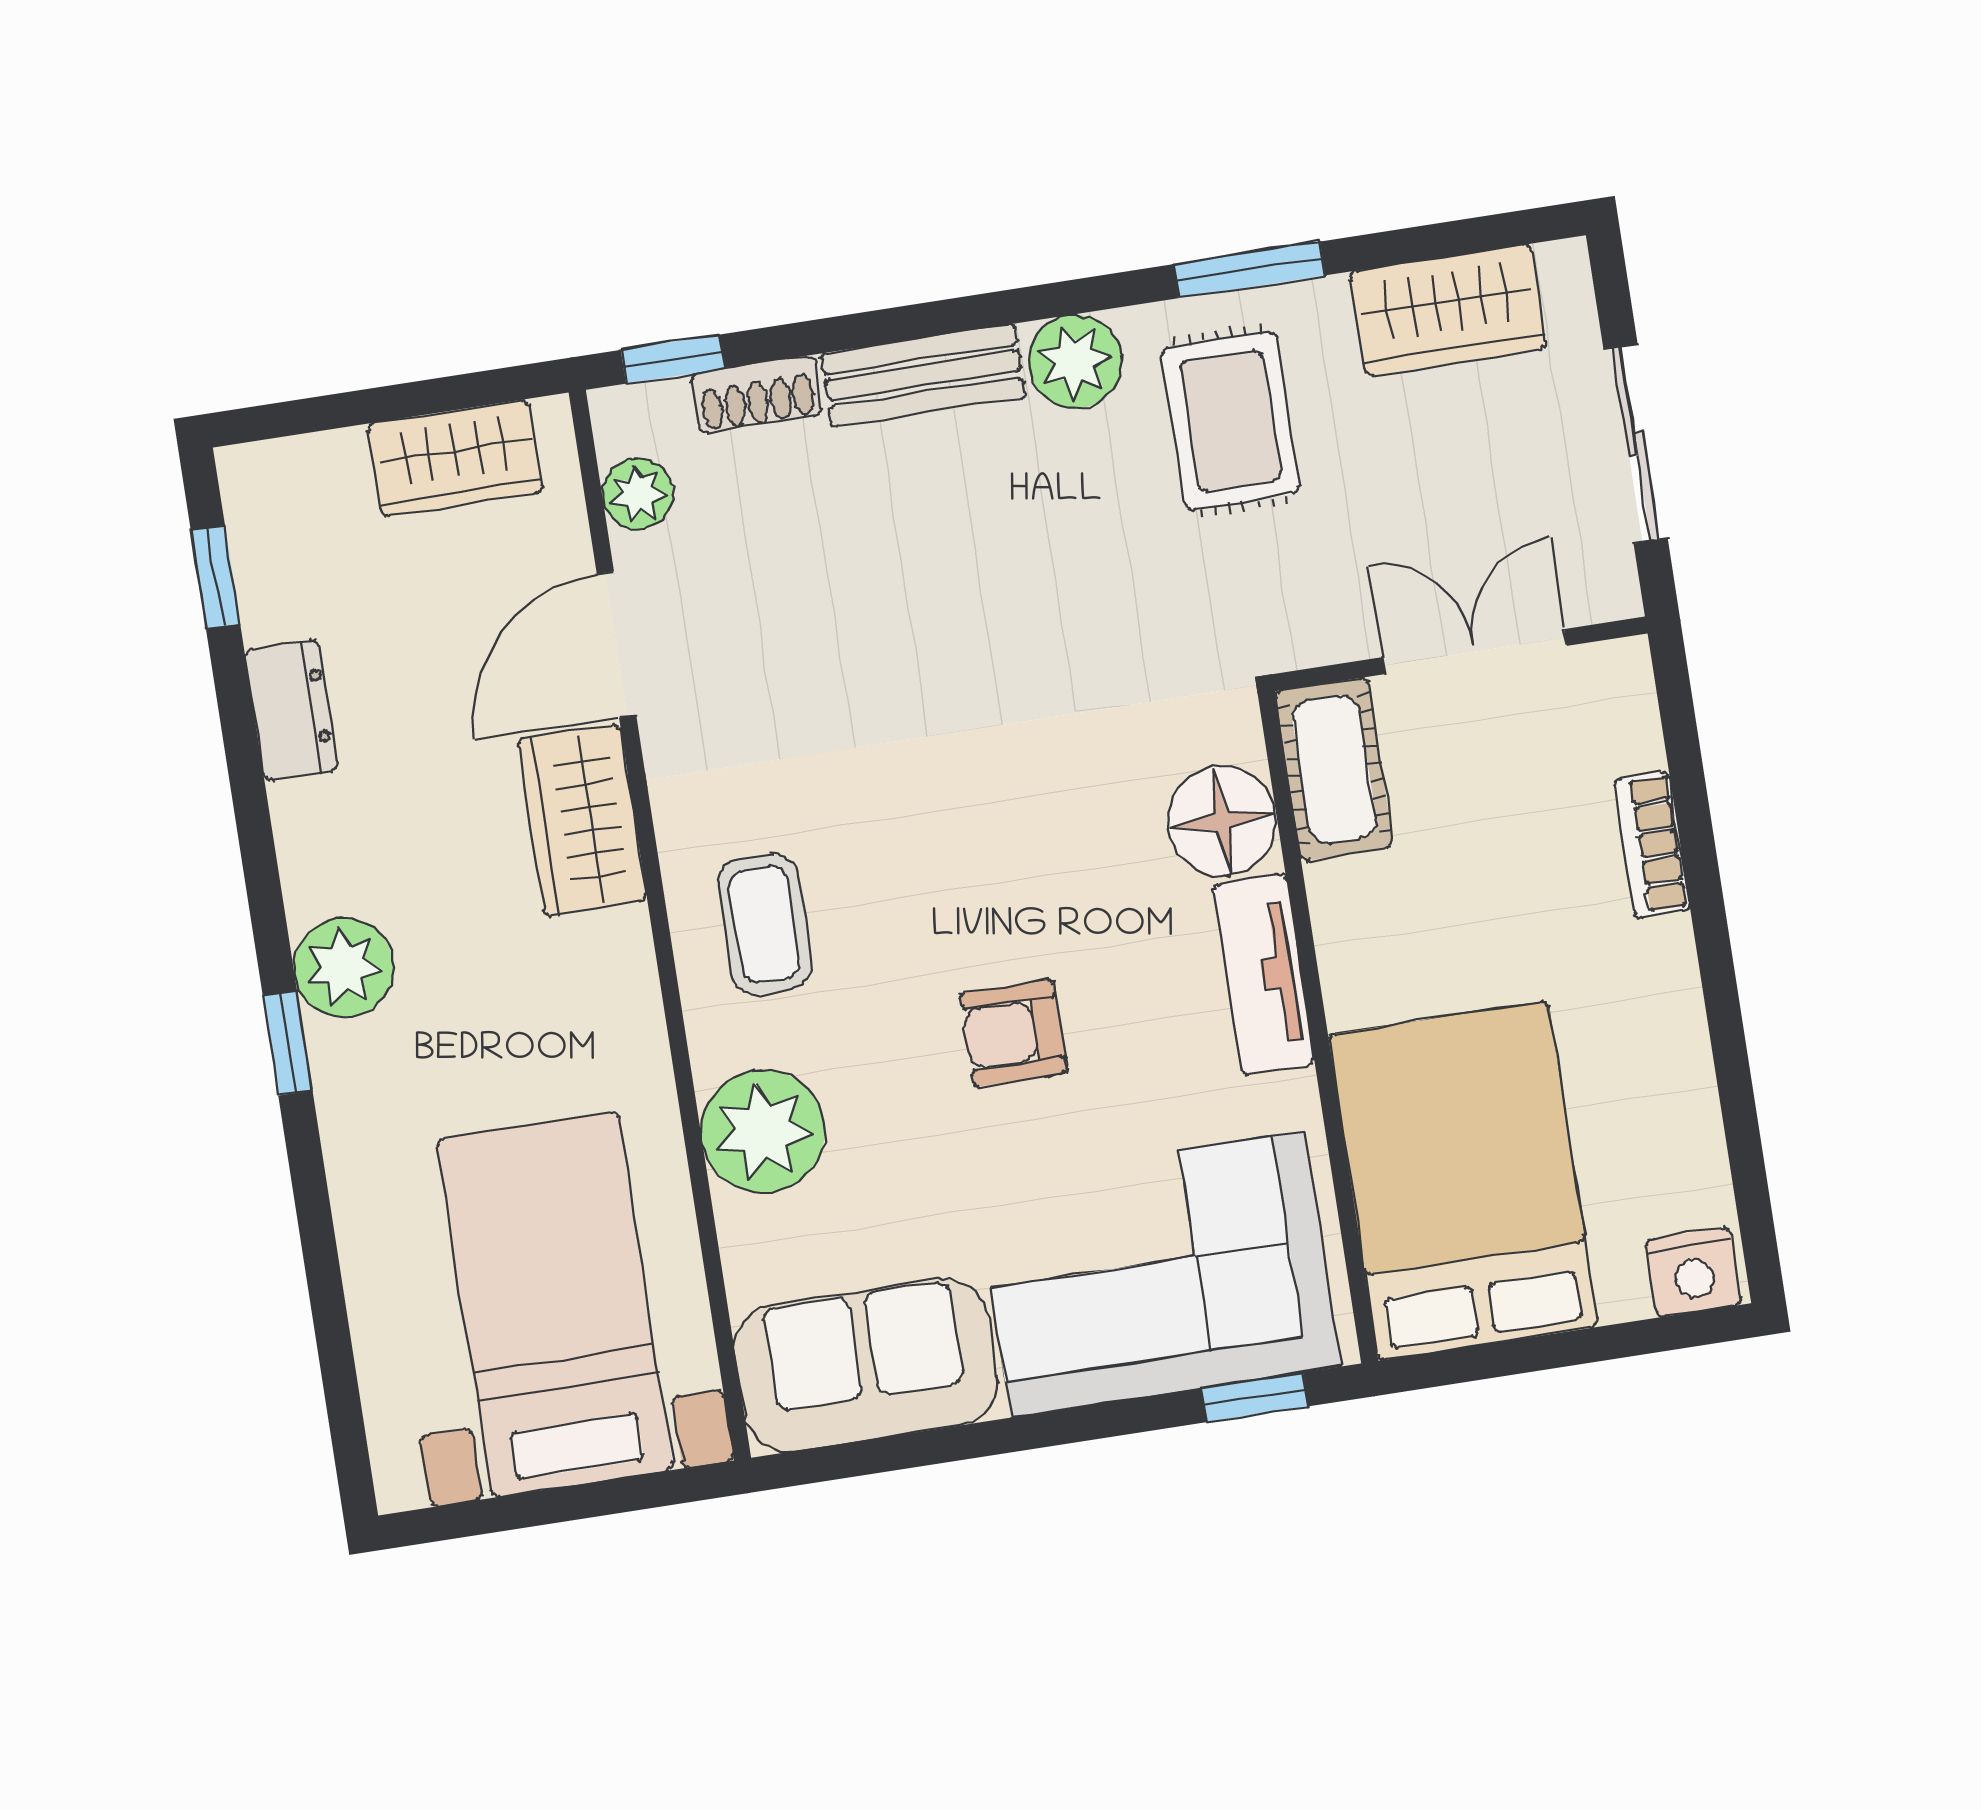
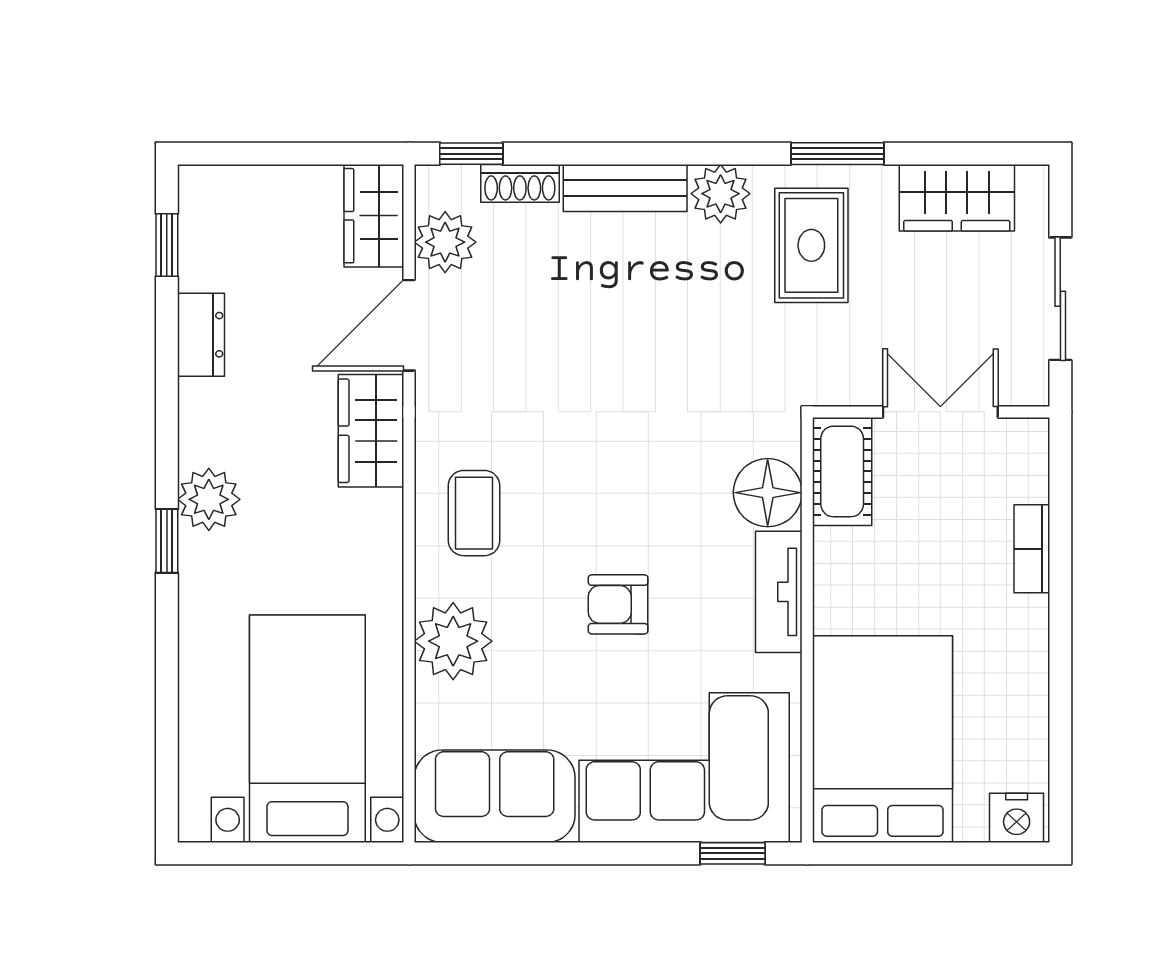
wardrobe: (455, 458) -> (374, 216), moved, turned 90
plant: (638, 494) -> (445, 242), width x1.38, depth x1.38

